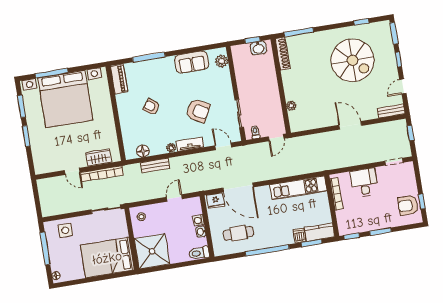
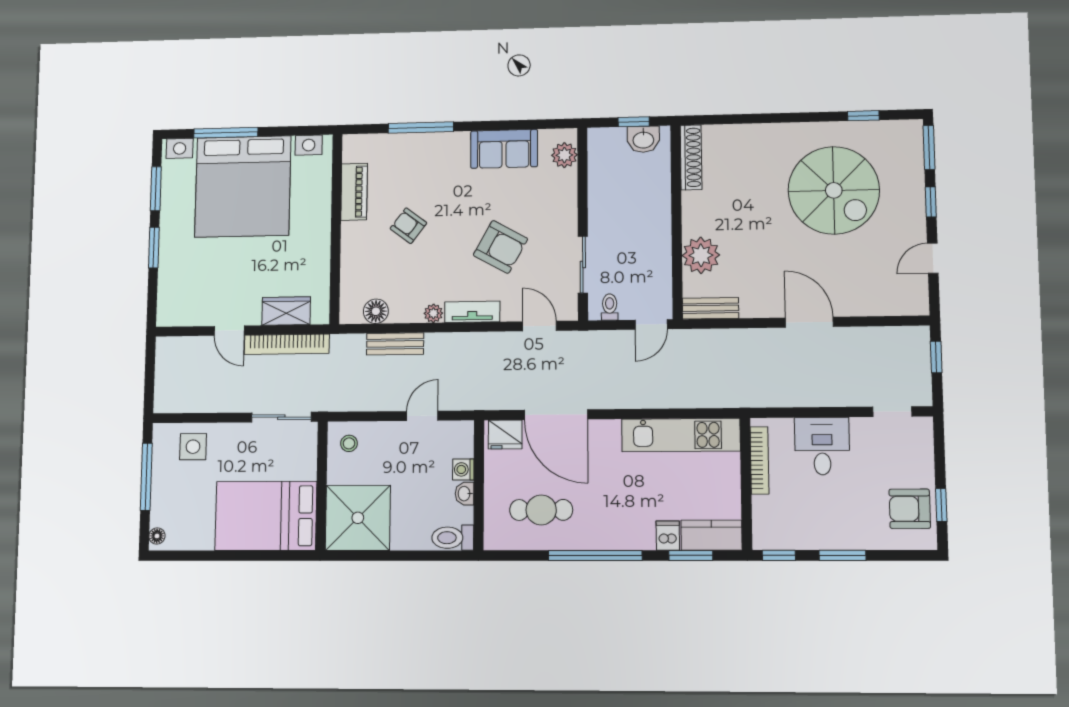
window: (299, 32) -> (731, 119), removed
piano: (119, 79) -> (354, 192), moved
plant: (291, 106) -> (701, 255), width x1.87, depth x1.87
bench: (391, 111) -> (710, 308), moved

